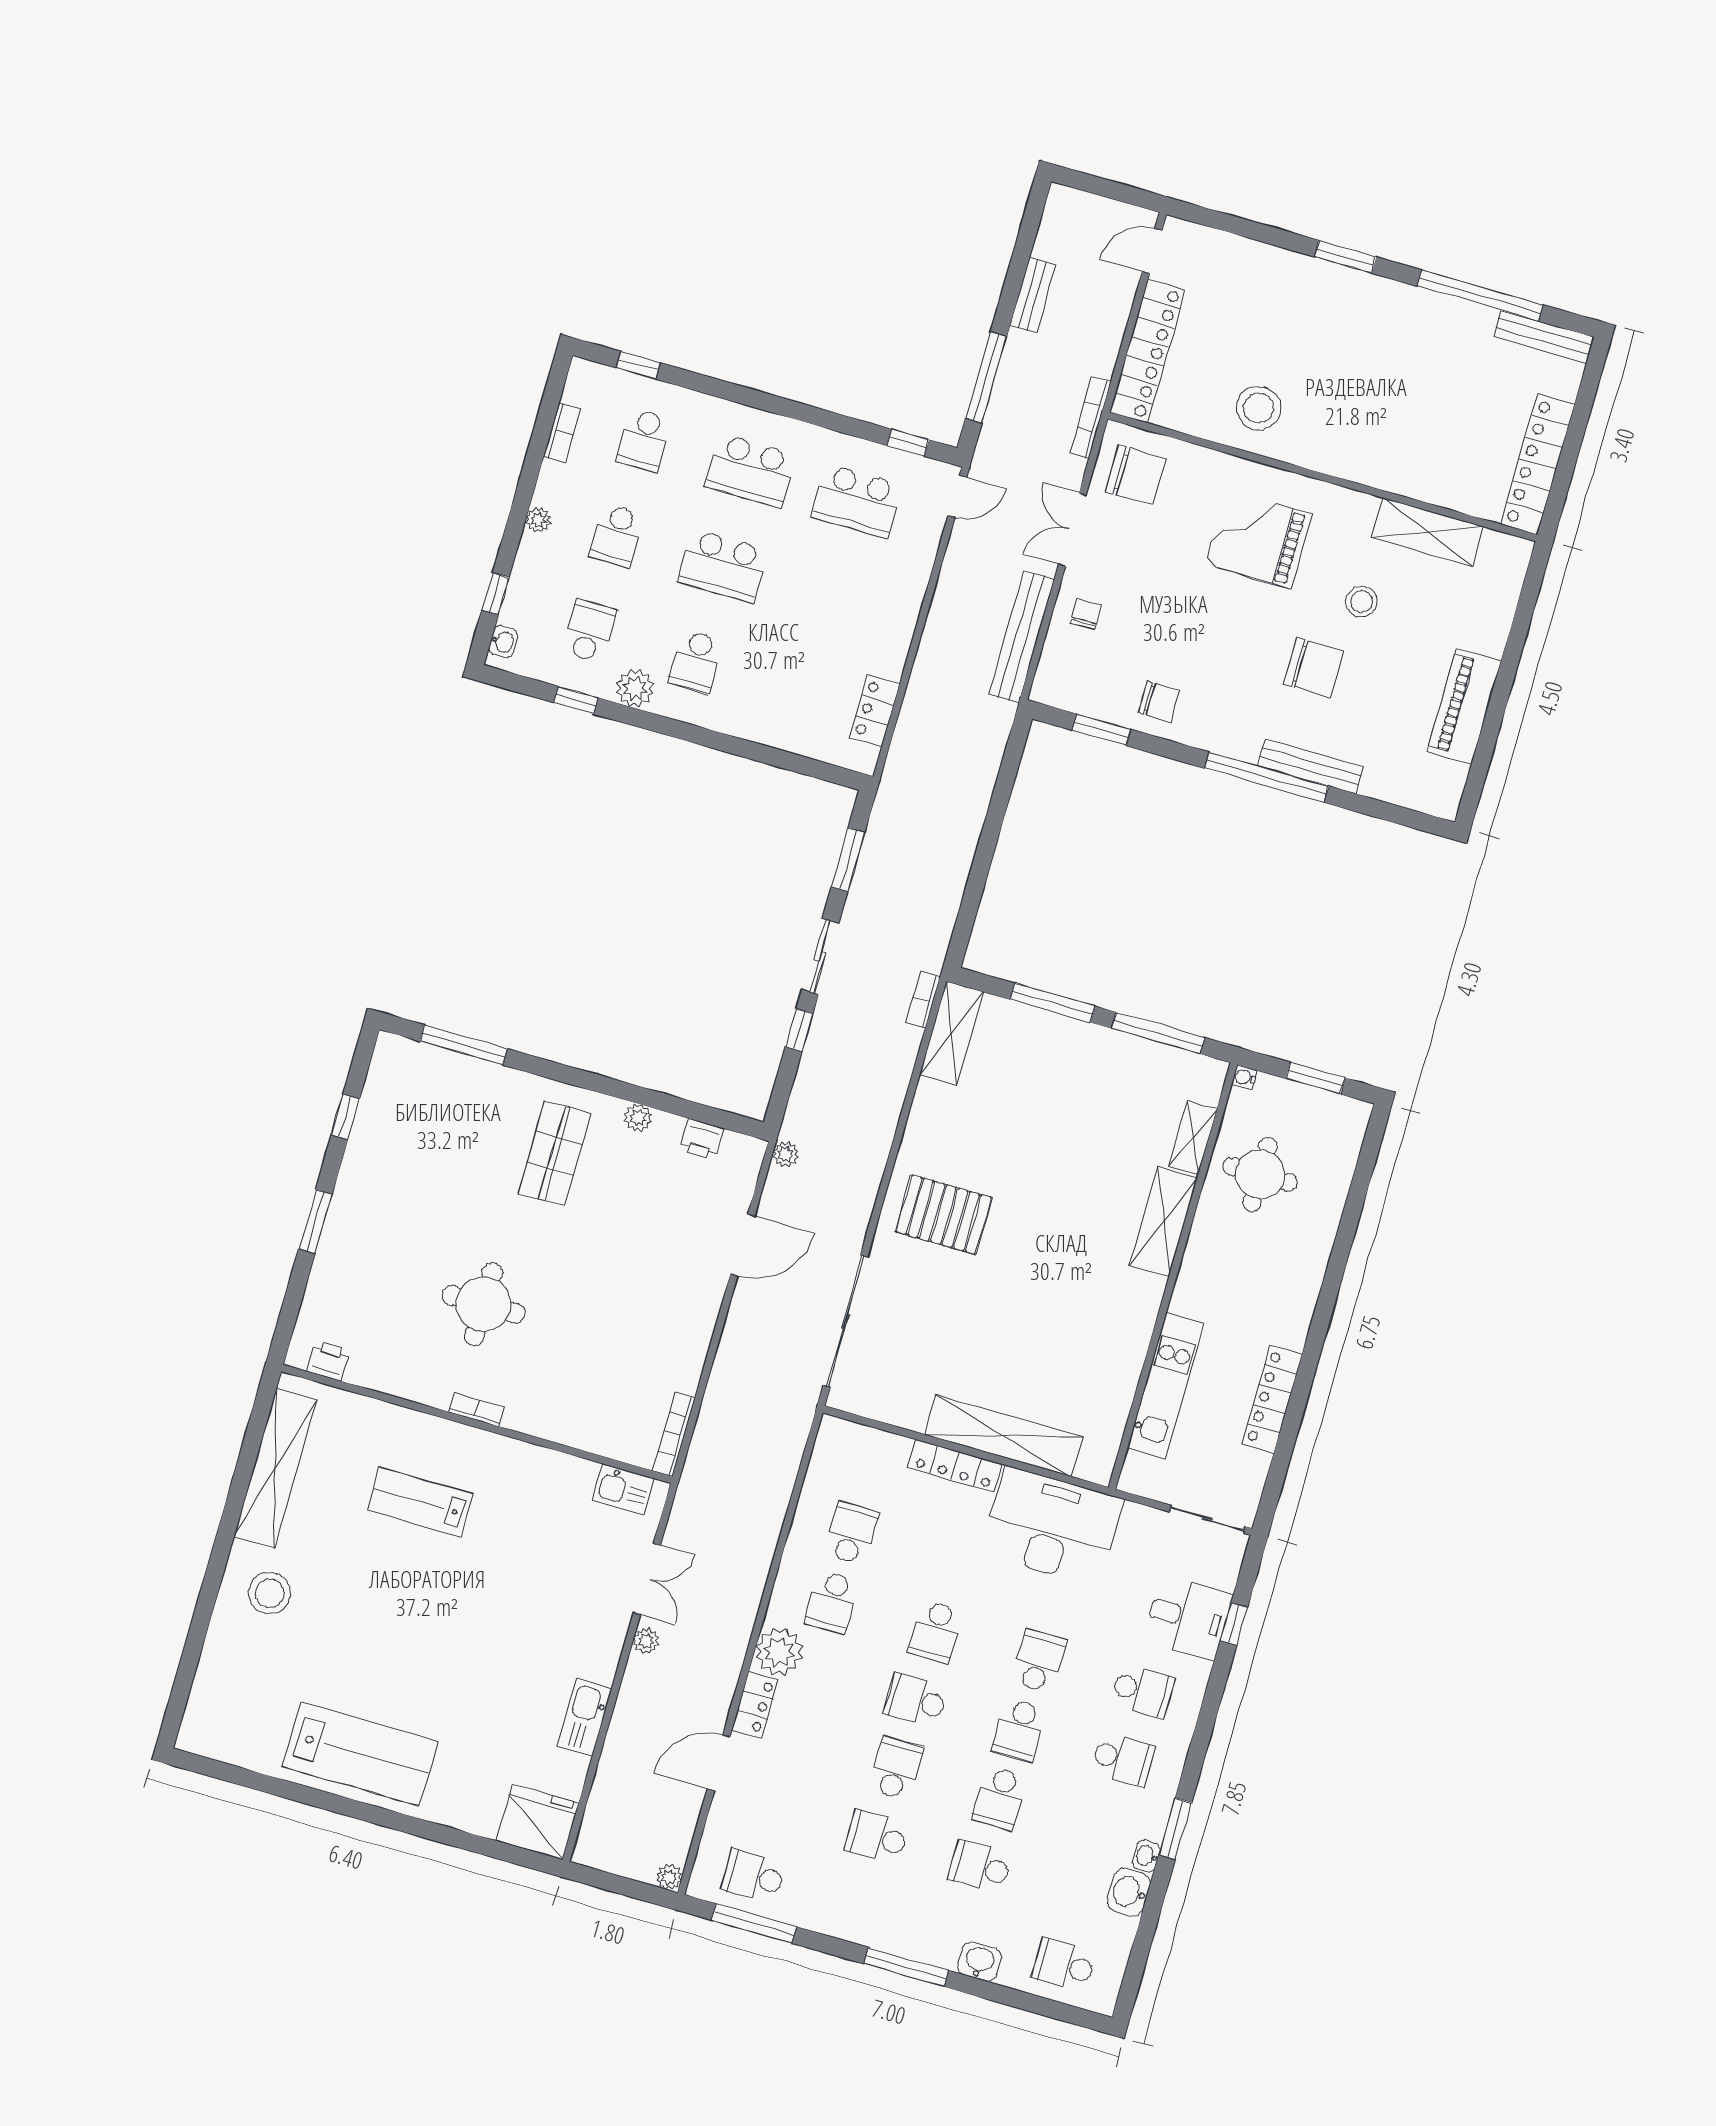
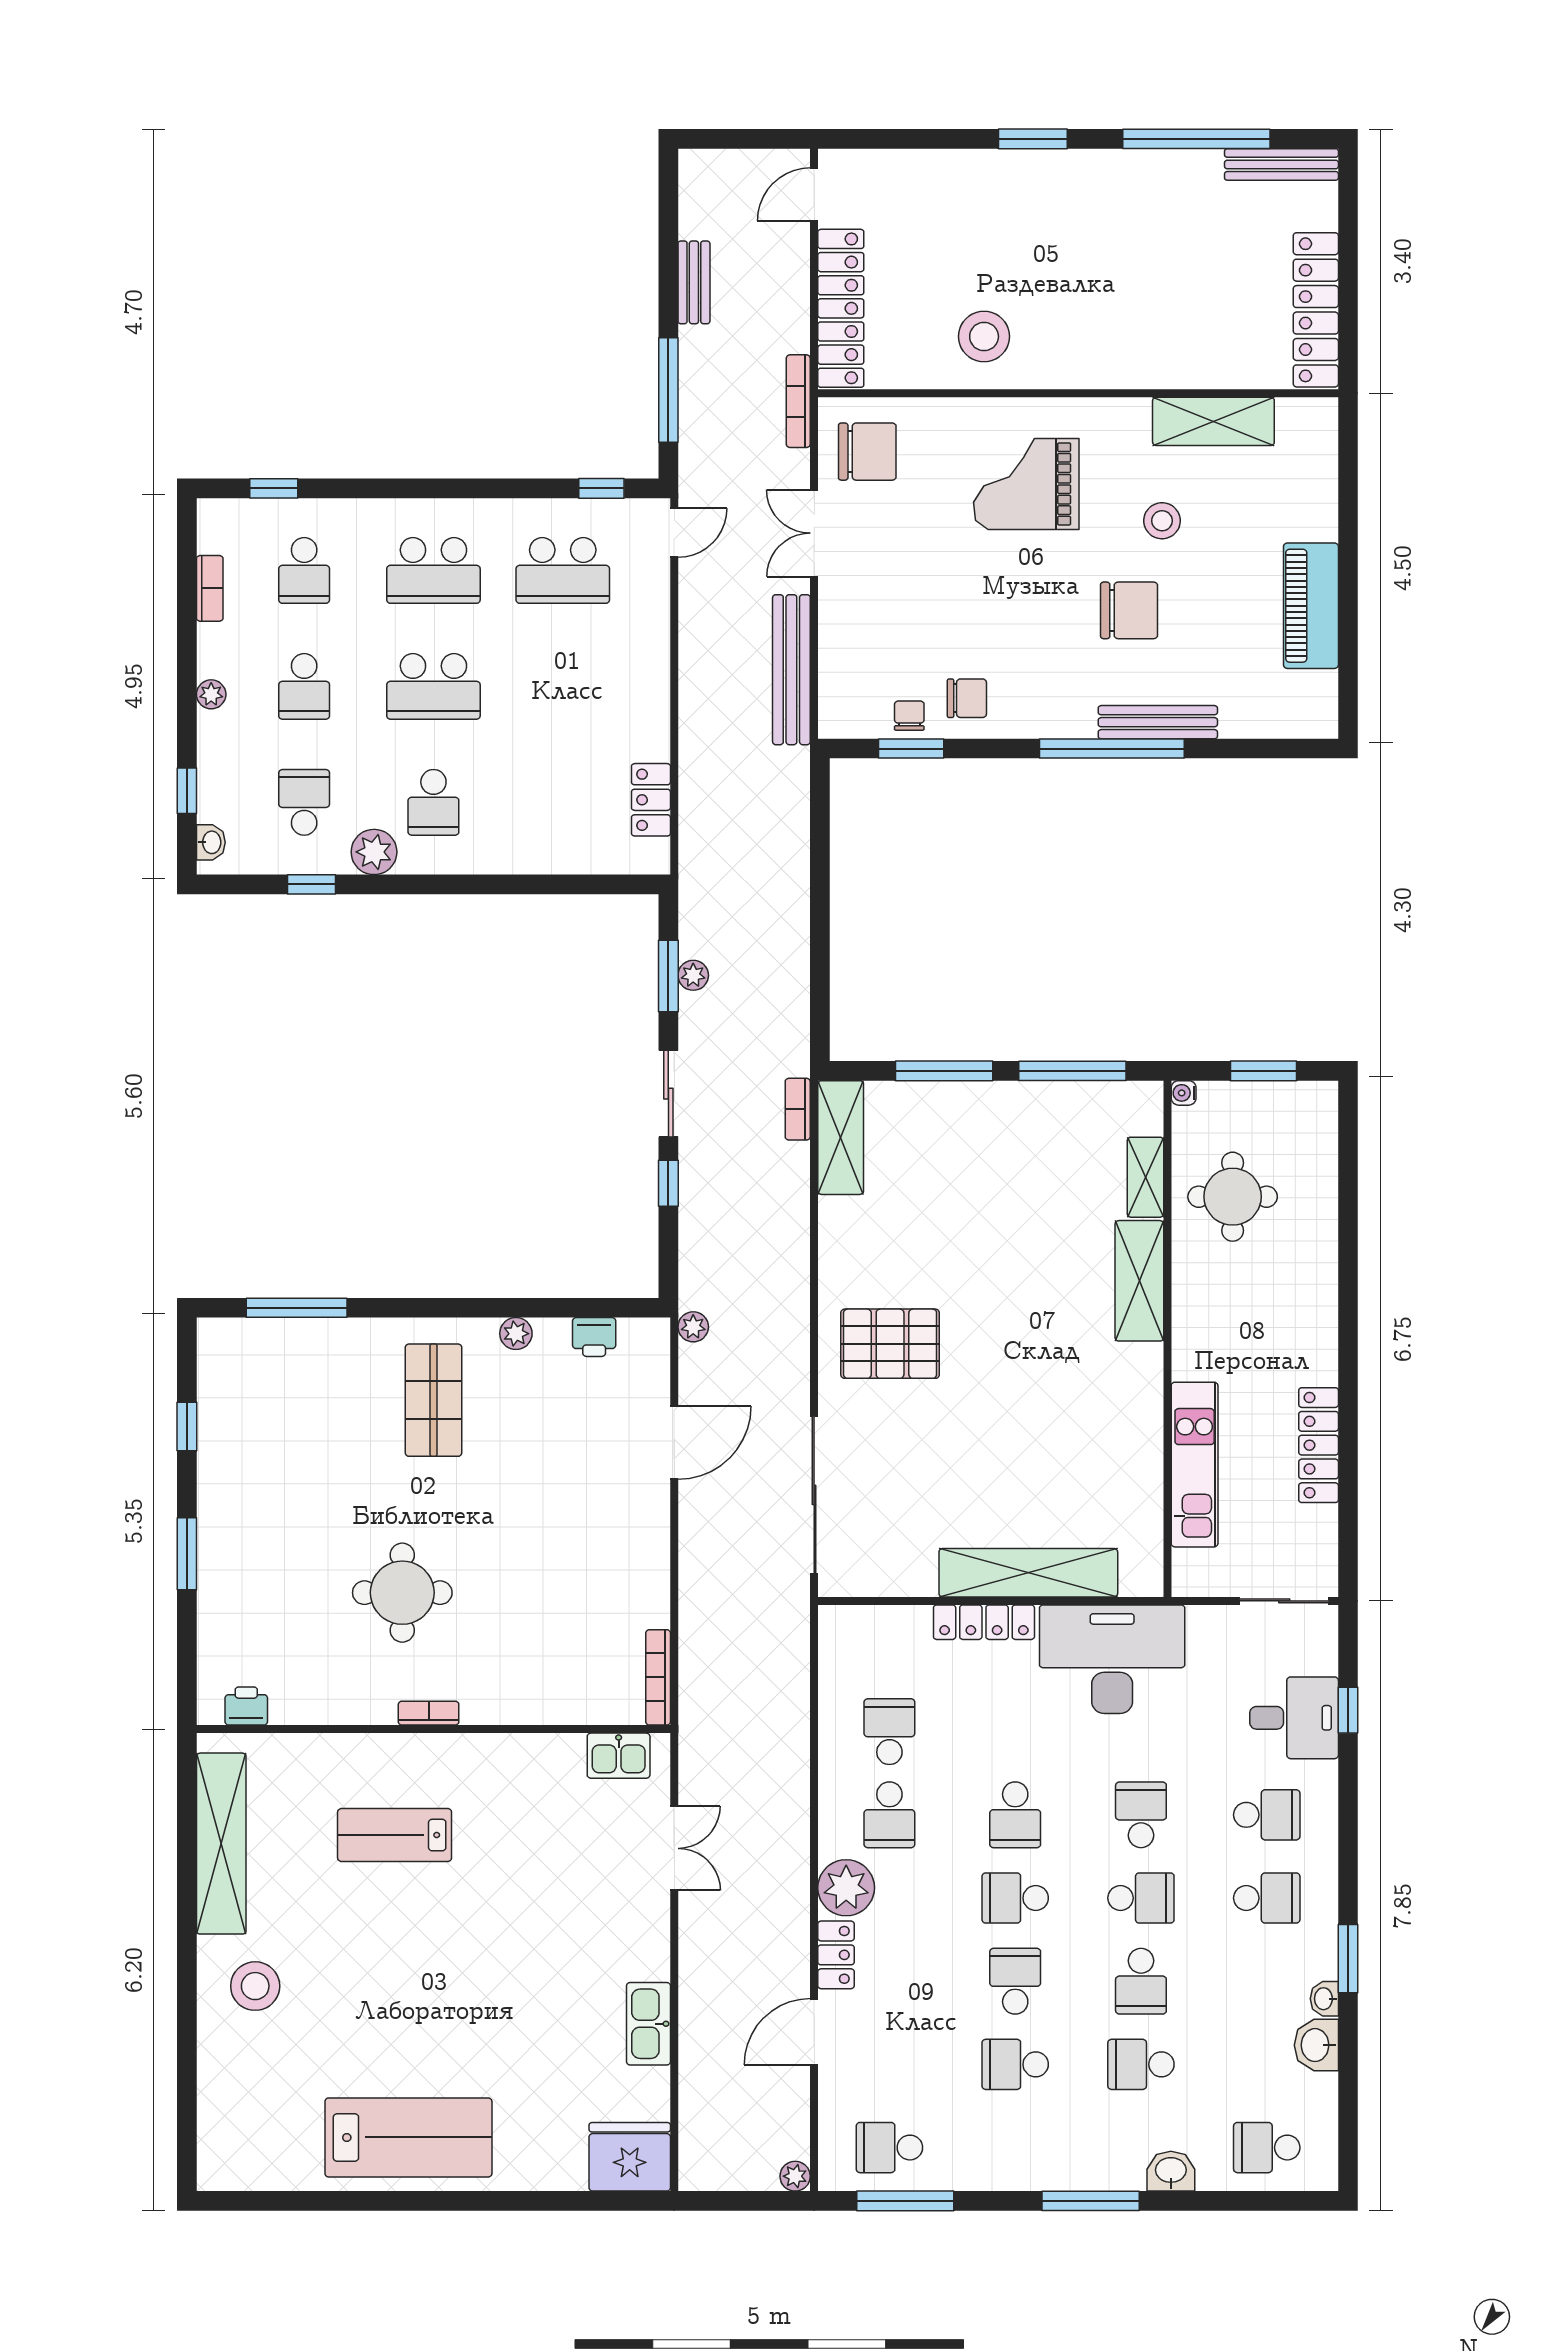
chair: (1086, 614) -> (909, 716), moved
plant: (646, 1641) -> (693, 975), moved
school desk: (1019, 1730) -> (1141, 1898), turned -90

